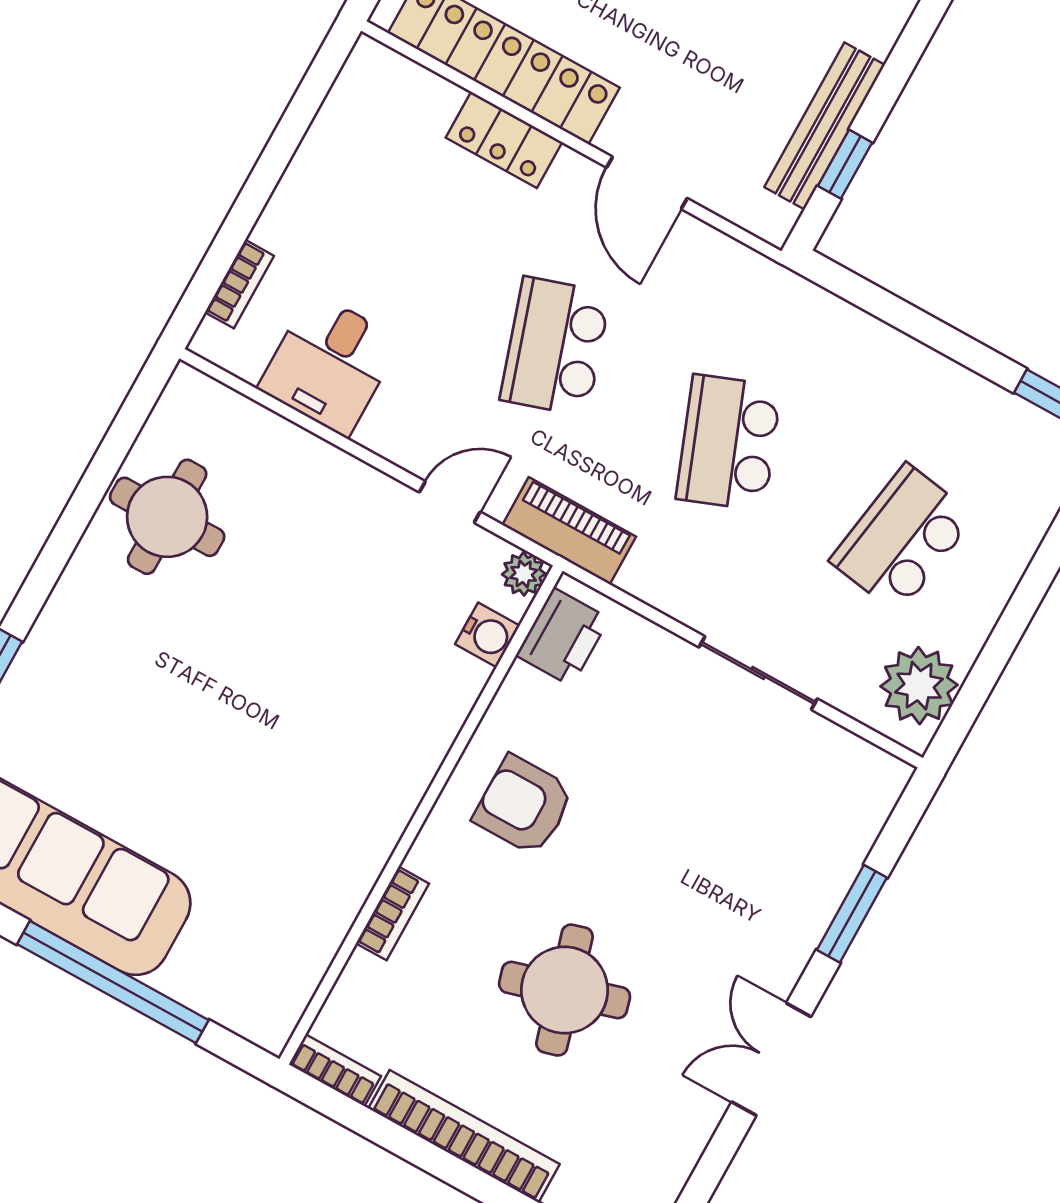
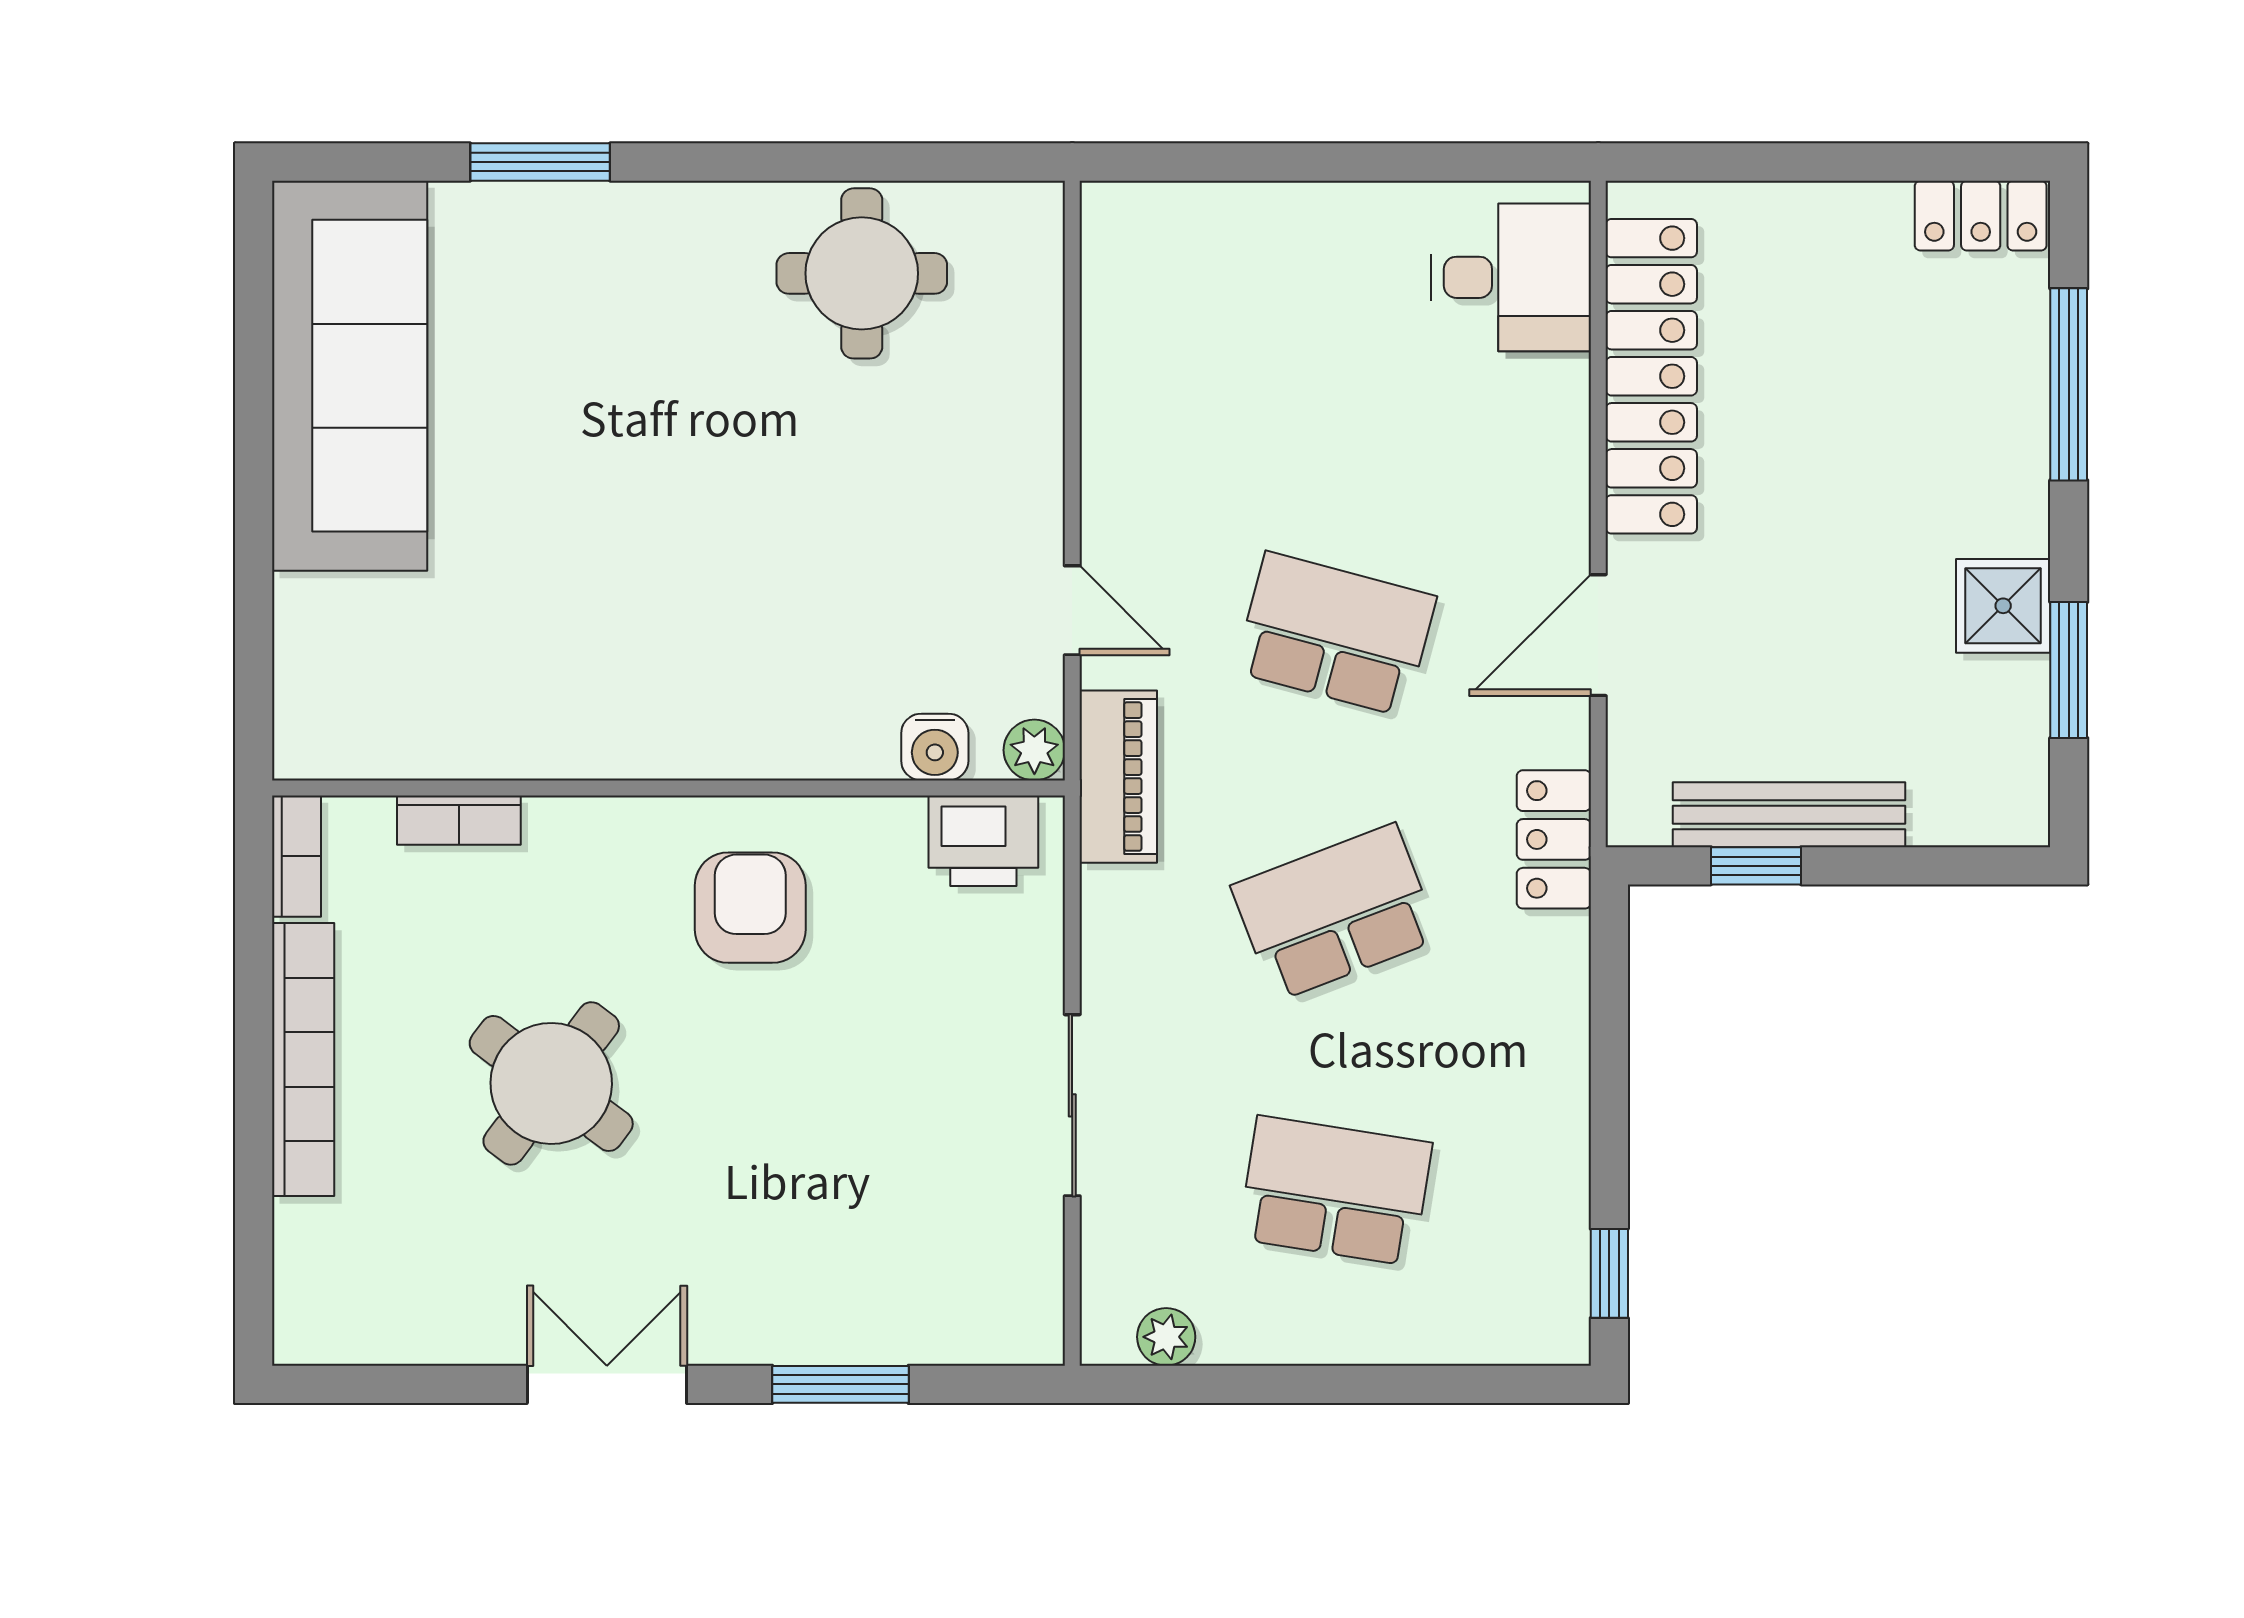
locker: (504, 140) -> (1554, 839), moved
bookcase: (239, 284) -> (1197, 204), removed
school desk: (555, 346) -> (1335, 634), turned 33
desk: (329, 364) -> (1511, 277), moved, turned 180
plant: (919, 686) -> (1166, 1337), width x0.53, depth x0.53
bookcase: (392, 913) -> (459, 820), moved
window: (113, 982) -> (254, 524), removed
round table: (565, 990) -> (551, 1083), turned -37

